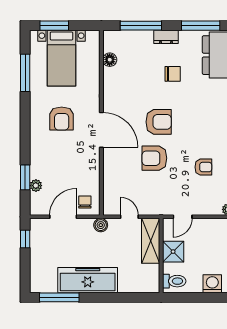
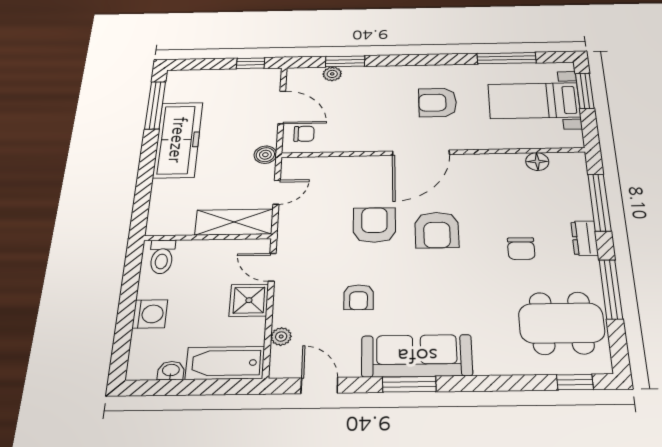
shower: (173, 252) -> (249, 300), moved

